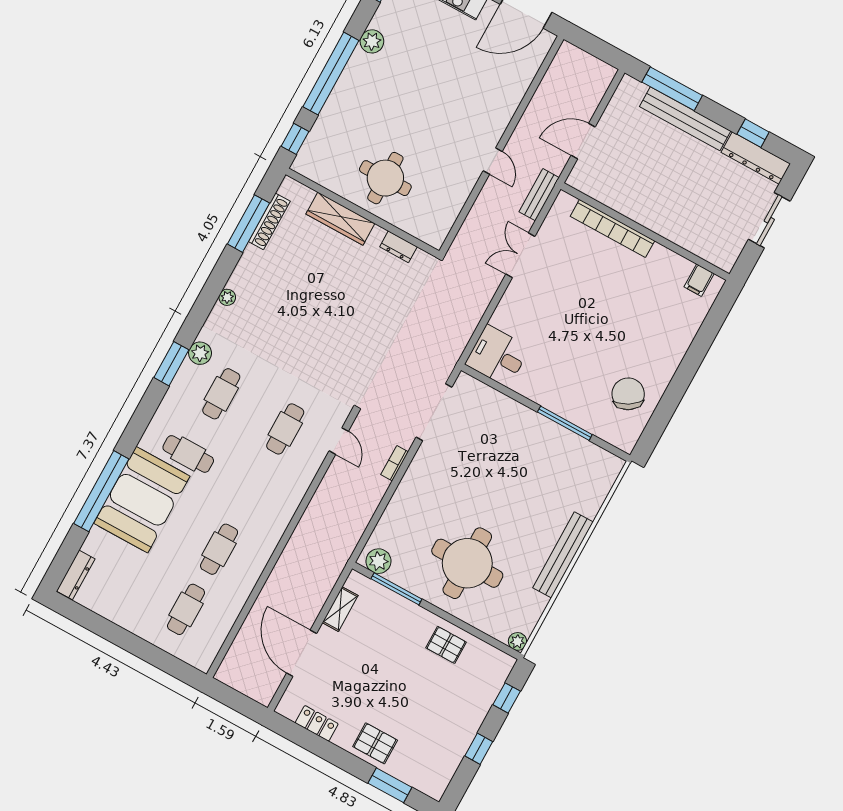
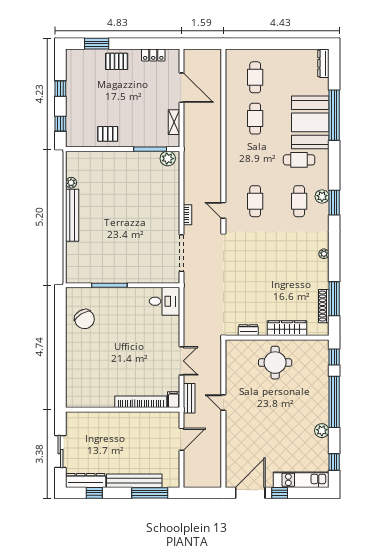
filing cabinet: (699, 280) -> (174, 400), moved
plant: (200, 353) -> (322, 196), moved
round table: (467, 563) -> (120, 183), removed
plant: (517, 641) -> (71, 183), moved

